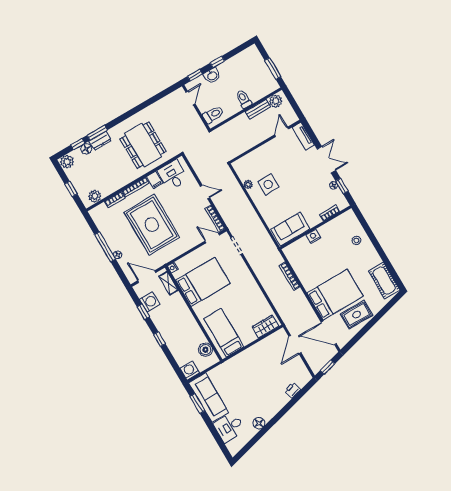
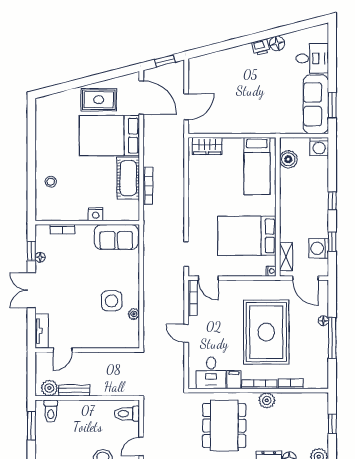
toilet: (244, 99) -> (51, 411), moved
plant: (95, 196) -> (267, 400), moved
cot: (384, 280) -> (128, 178), moved
printer: (292, 390) -> (261, 47), moved

